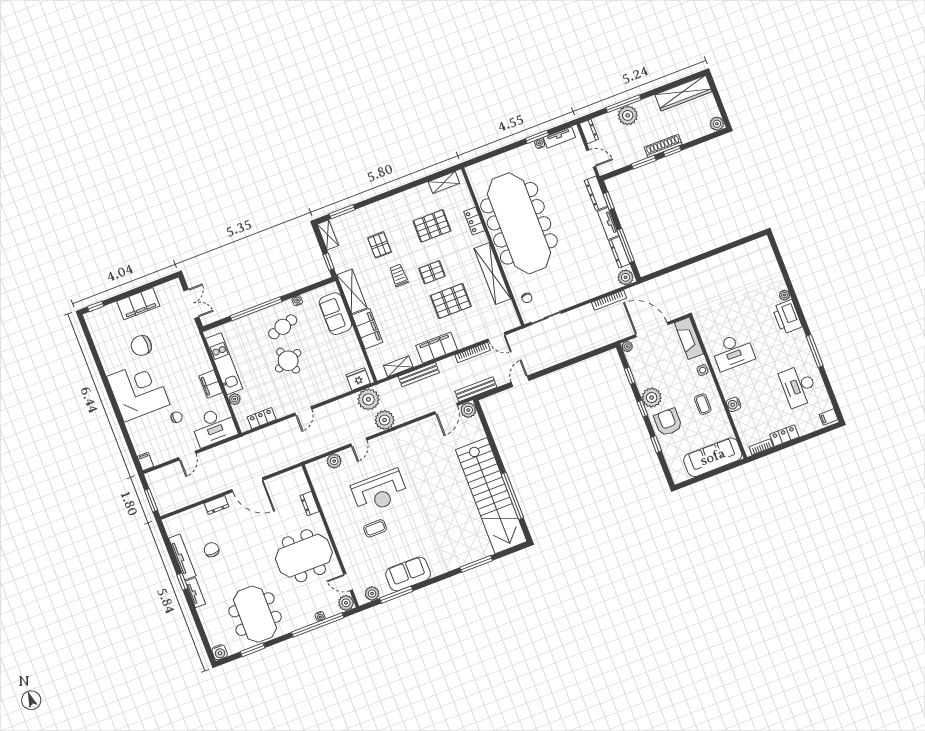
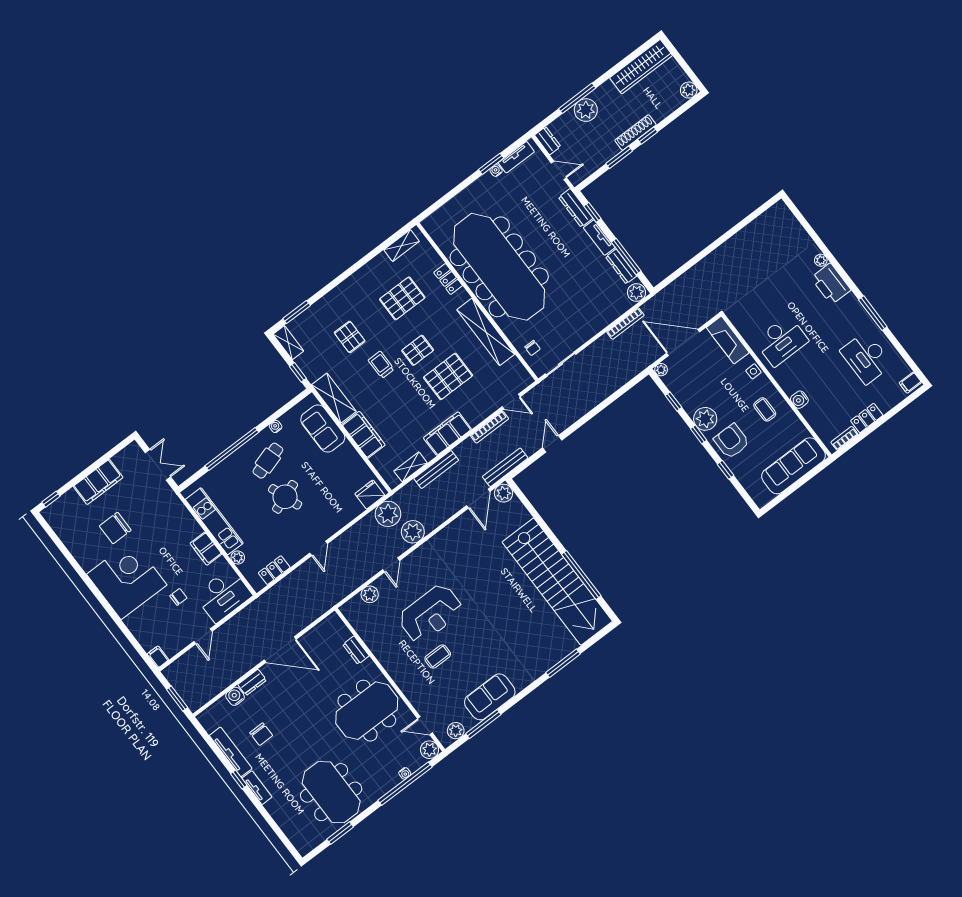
chair: (212, 550) -> (261, 734), turned 180
water cooler: (220, 652) -> (235, 696), moved, turned 180

